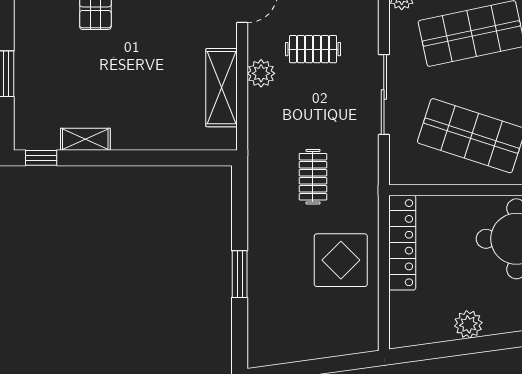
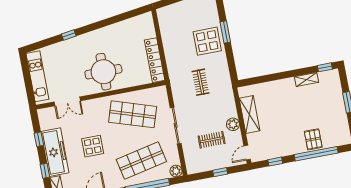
display table: (341, 260) -> (207, 41), moved
plant: (468, 324) -> (118, 29), removed

